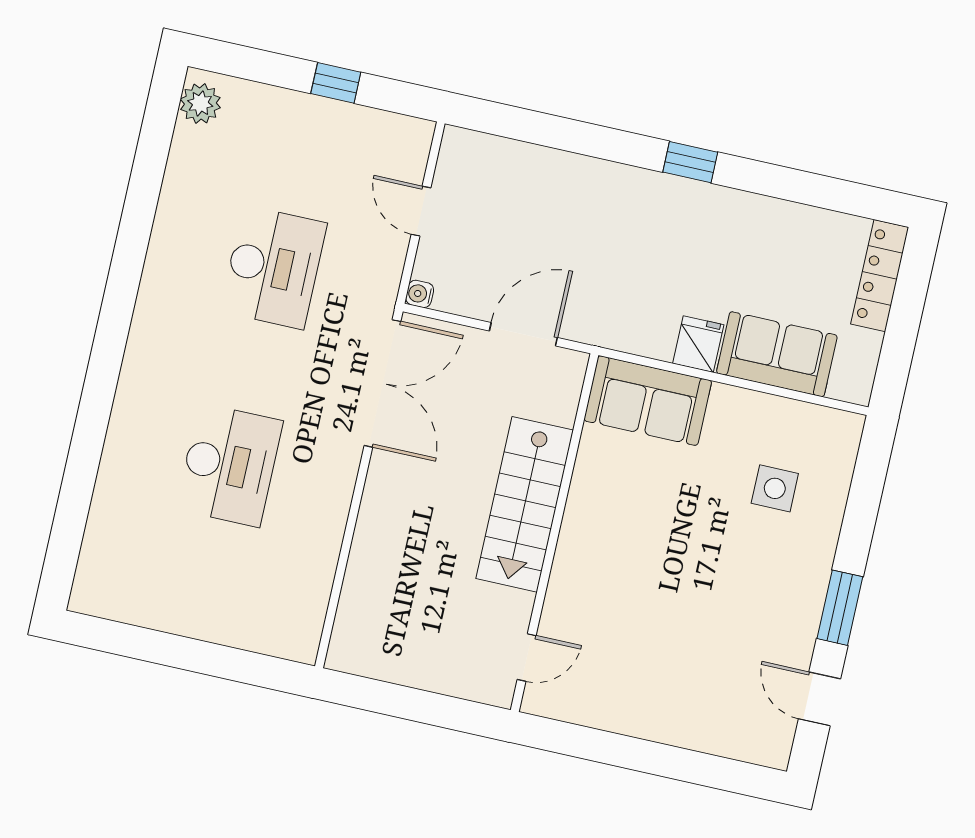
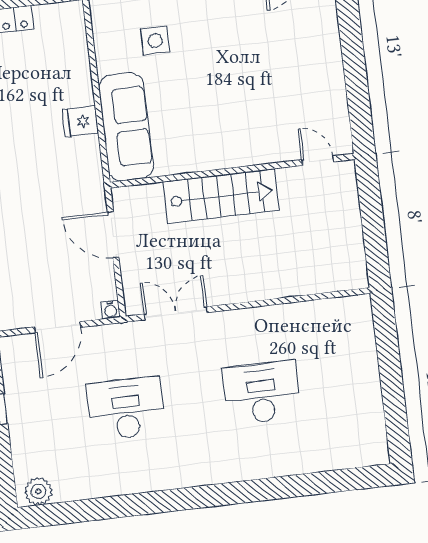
door: (421, 211) -> (58, 327), width x1.38
sofa: (777, 354) -> (69, 69), removed
double door: (382, 383) -> (176, 313), width x0.73
sofa: (648, 401) -> (126, 127), width x1.36

